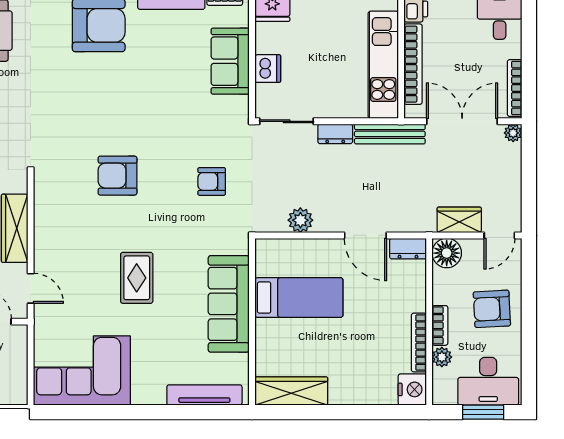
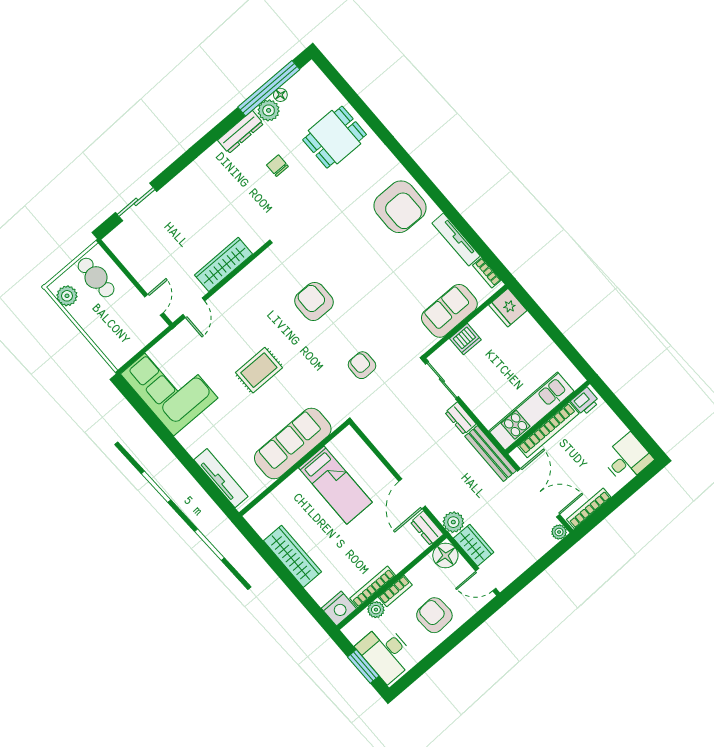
plant: (300, 220) -> (453, 522), moved
wardrobe: (291, 391) -> (292, 556), moved

